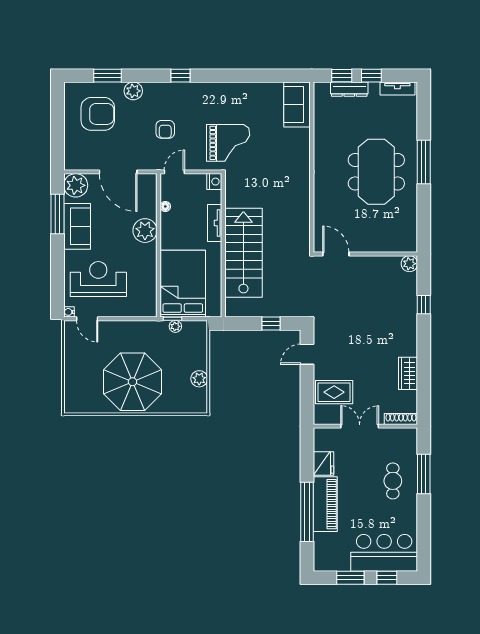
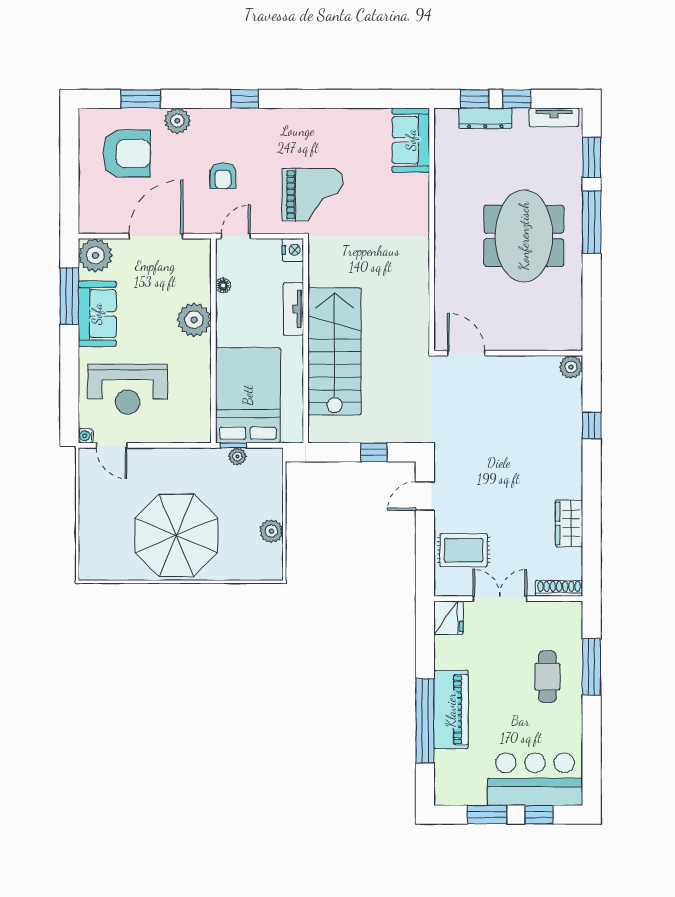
window: (424, 117) -> (592, 157), added
door: (118, 172) -> (156, 236), swing flipped
reception desk: (98, 279) -> (128, 389), turned 180
fridge: (323, 463) -> (449, 618), moved

